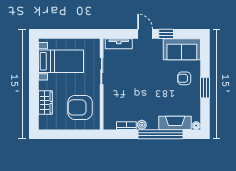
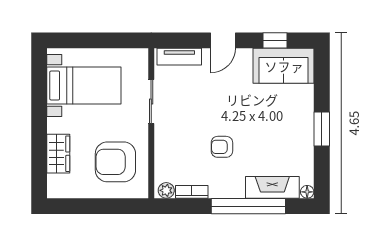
door: (145, 34) -> (223, 40), swing flipped
window: (166, 34) -> (275, 40), moved
armchair: (184, 78) -> (222, 147), moved
plant: (142, 125) -> (166, 190), moved

